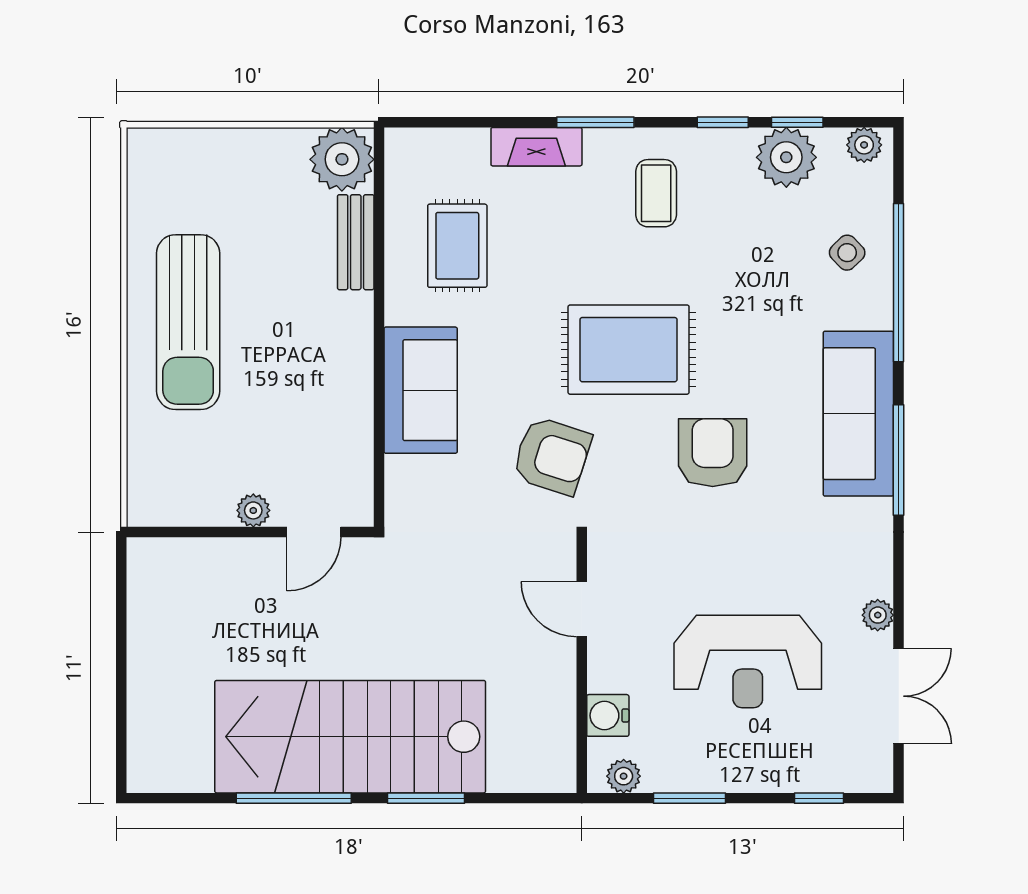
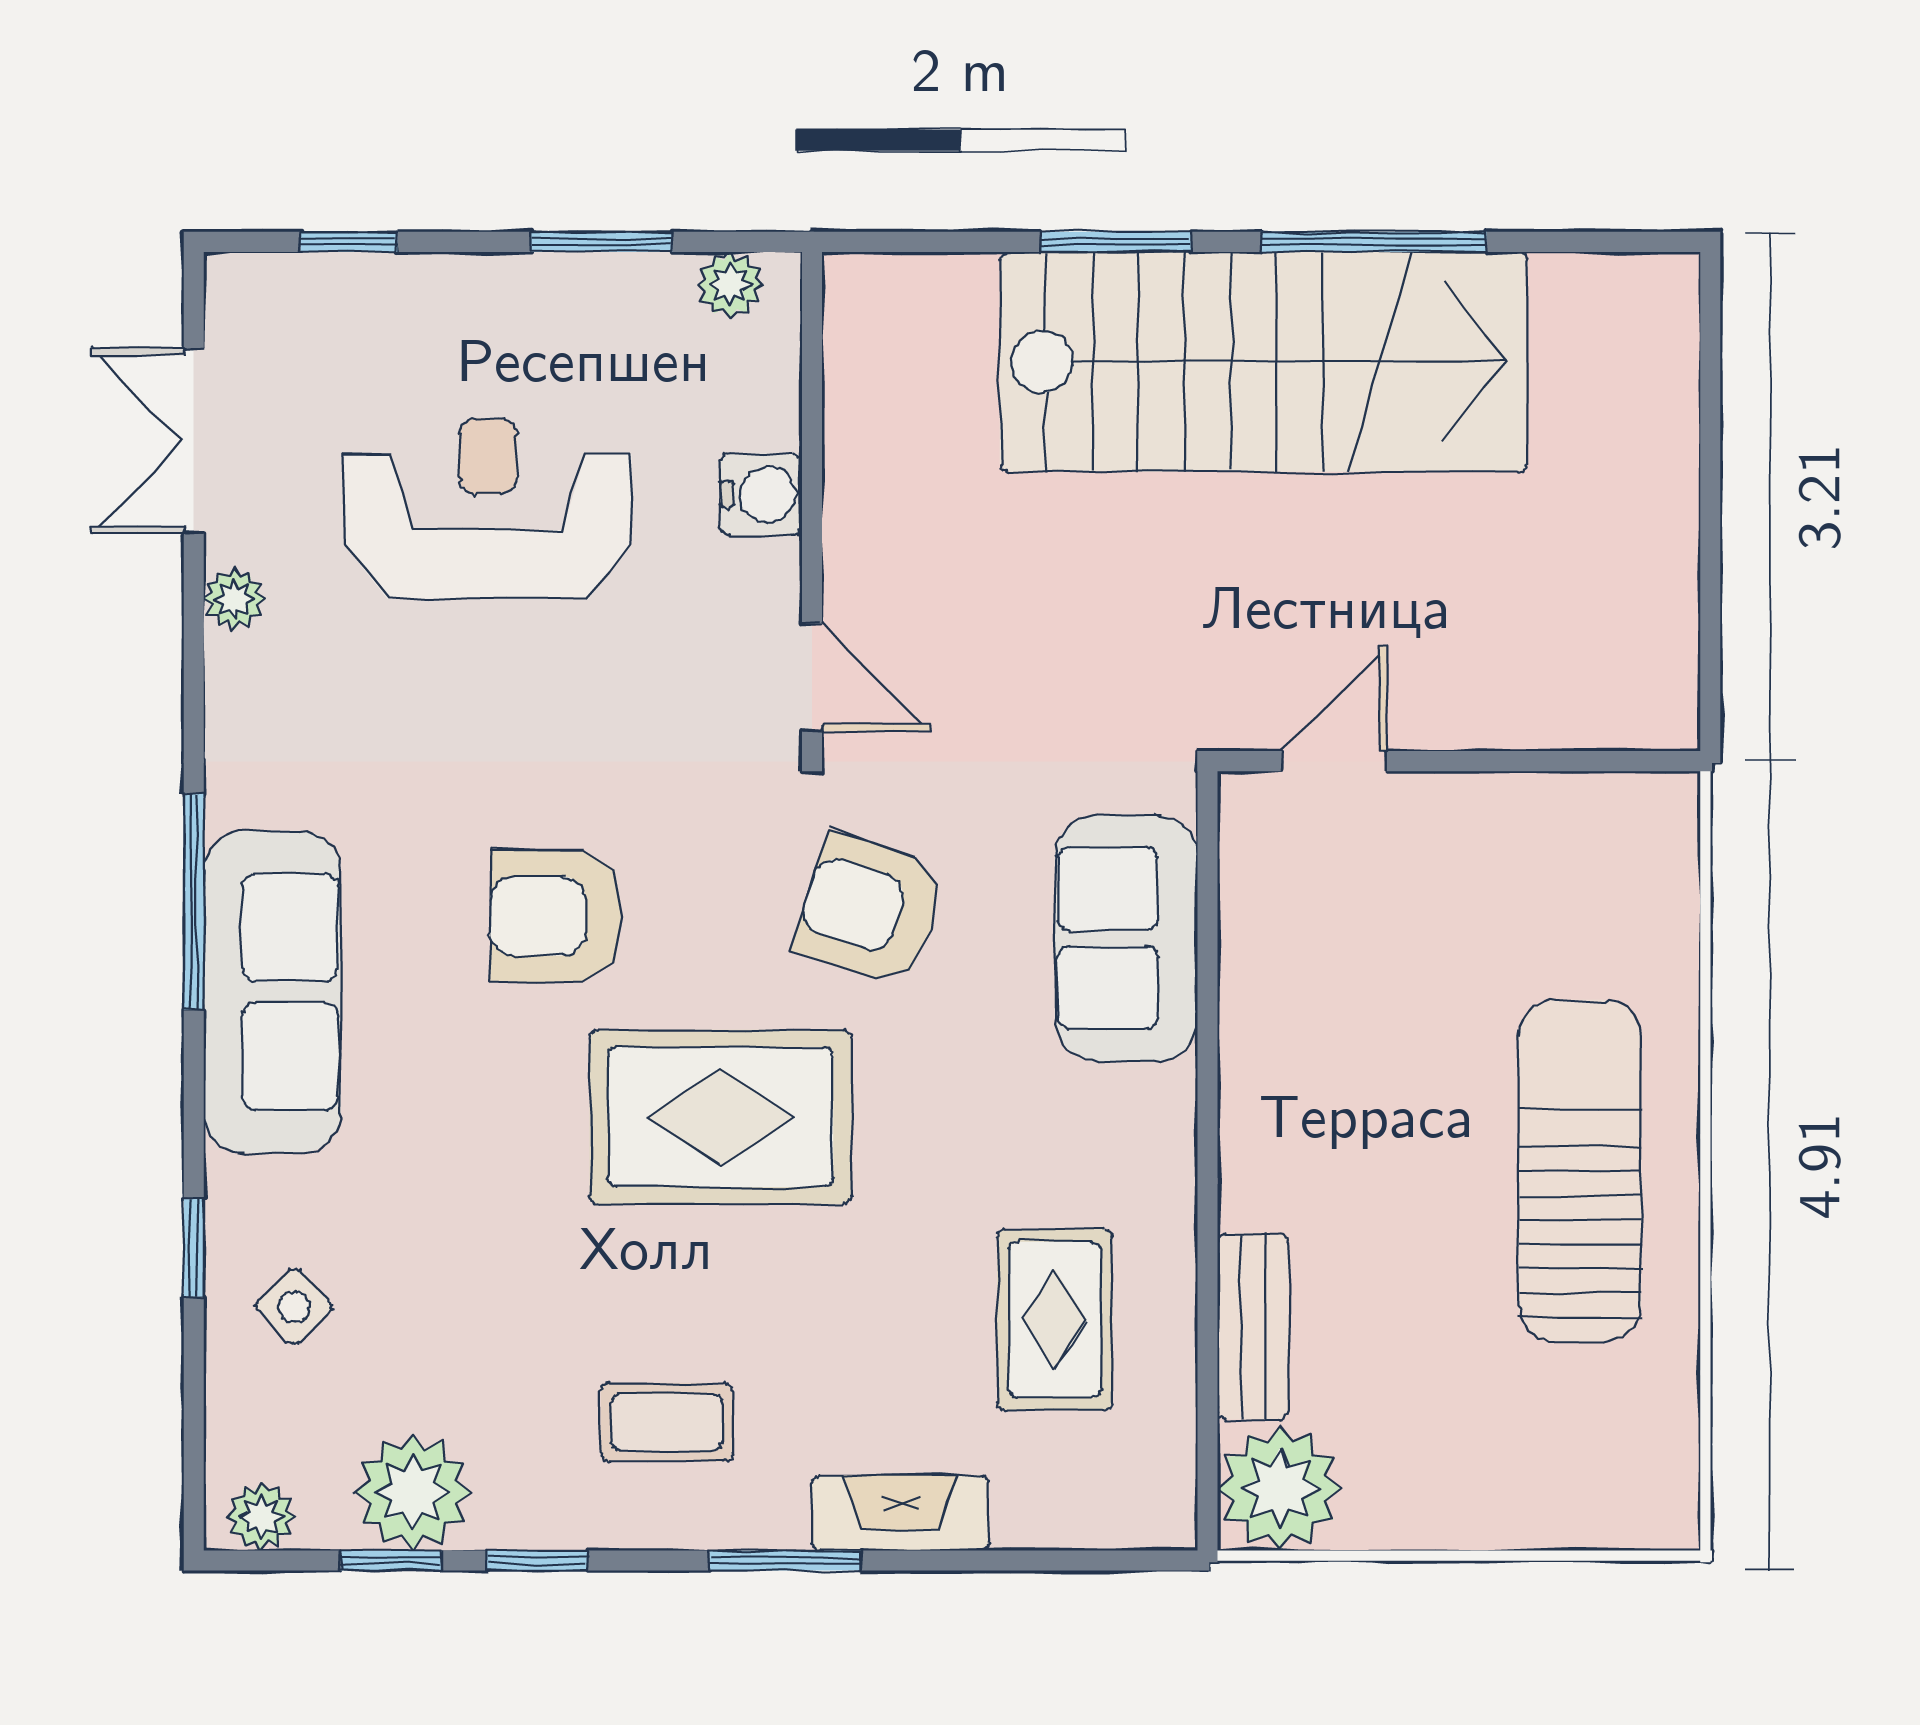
coffee table: (656, 193) -> (667, 1422), turned 90
window: (899, 283) -> (194, 1248), width x0.32
sofa: (421, 390) -> (1126, 938), moved
armchair: (713, 453) -> (557, 916), turned 90
plant: (253, 510) -> (1453, 803), removed
door: (582, 609) -> (812, 677), moved
water cooler: (608, 715) -> (761, 494), moved

